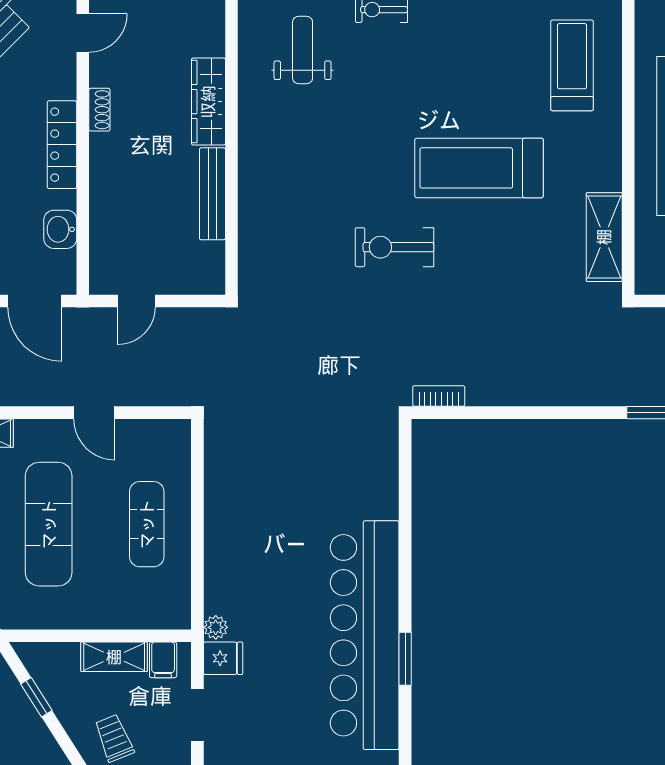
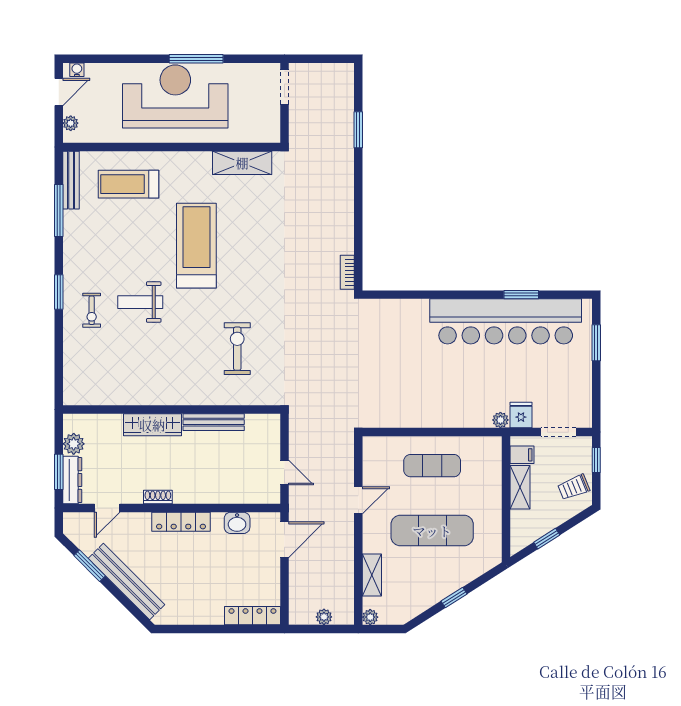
door: (83, 33) -> (107, 508), swing flipped
weight bench: (303, 50) -> (140, 302), moved
treadmill: (479, 168) -> (196, 246), turned 180
exercise bike: (395, 247) -> (237, 349), moved, turned 180

